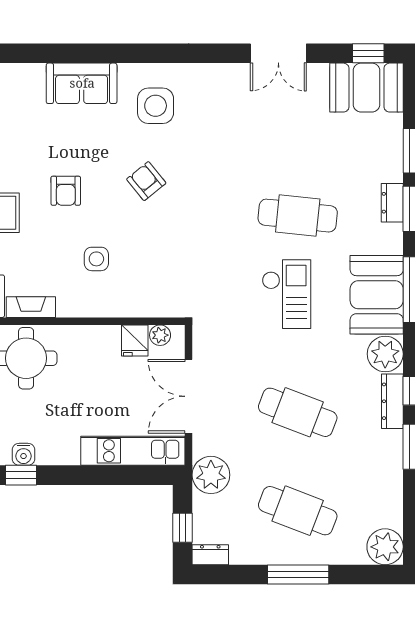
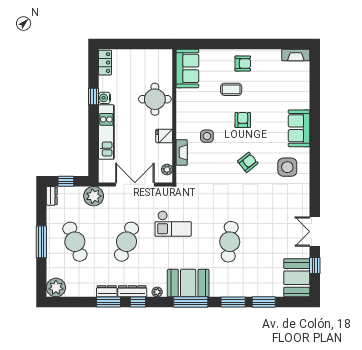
window: (368, 53) -> (315, 266), moved
armchair: (66, 191) -> (243, 120), turned 90
dresser: (392, 203) -> (107, 291), moved
checkout: (286, 294) -> (173, 224), moved
fireplace: (31, 307) -> (182, 152), moved
fridge: (135, 340) -> (164, 136), moved
plant: (385, 354) -> (157, 292), width x0.53, depth x0.53
kitchen unit: (133, 451) -> (106, 132), moved
cafe table: (298, 511) -> (75, 242), turned -42

